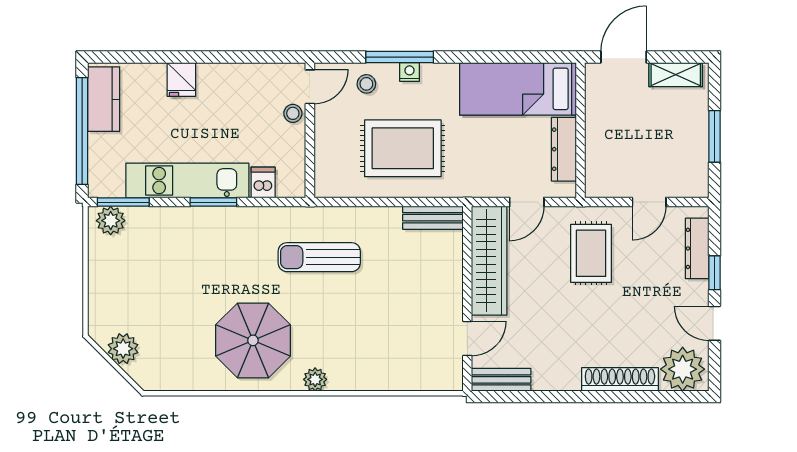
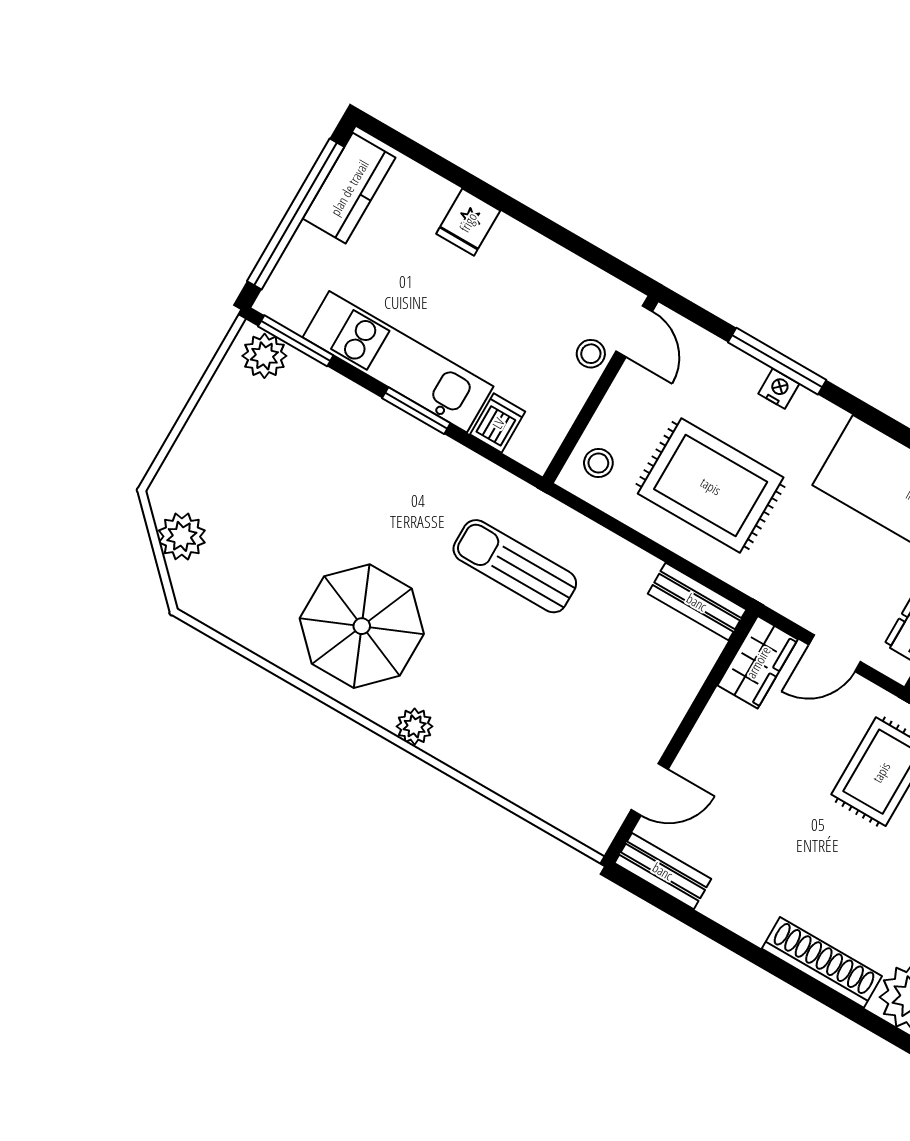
stool: (366, 84) -> (598, 463), moved
door: (310, 87) -> (634, 331), hinge flipped
wardrobe: (489, 261) -> (758, 662), width x0.48, depth x0.85

